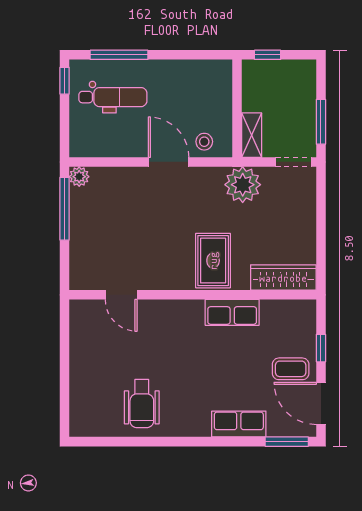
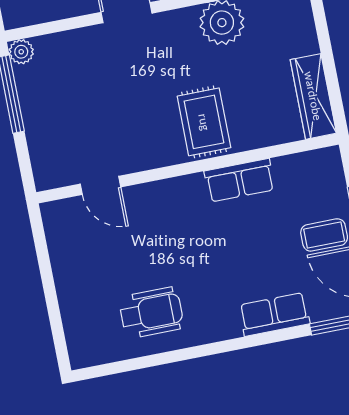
wardrobe: (283, 278) -> (313, 96), moved, turned -90
wheelchair: (142, 404) -> (151, 313), turned -90

